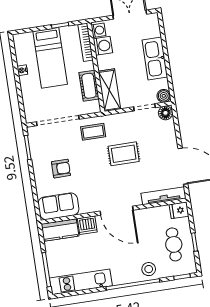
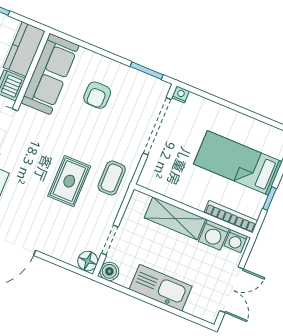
nightstand: (22, 70) -> (181, 94), moved
cot: (89, 86) -> (176, 189), removed
shelving: (109, 90) -> (175, 218), moved
coffee table: (93, 132) -> (112, 178), moved
sofa: (58, 206) -> (50, 74), width x1.36

